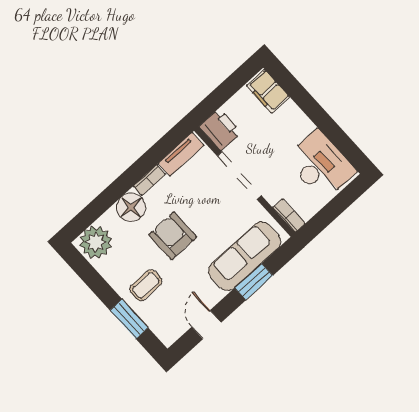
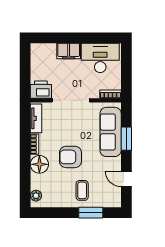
filing cabinet: (268, 91) -> (69, 51), moved
plant: (96, 242) -> (36, 196), width x0.53, depth x0.53

